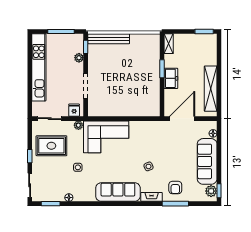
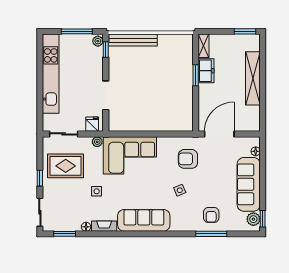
plant: (79, 58) -> (98, 41), moved
freezer: (171, 78) -> (206, 71), moved
shelving: (211, 89) -> (253, 78), moved
armchair: (155, 140) -> (188, 159), added
fireplace: (152, 197) -> (104, 226), moved

